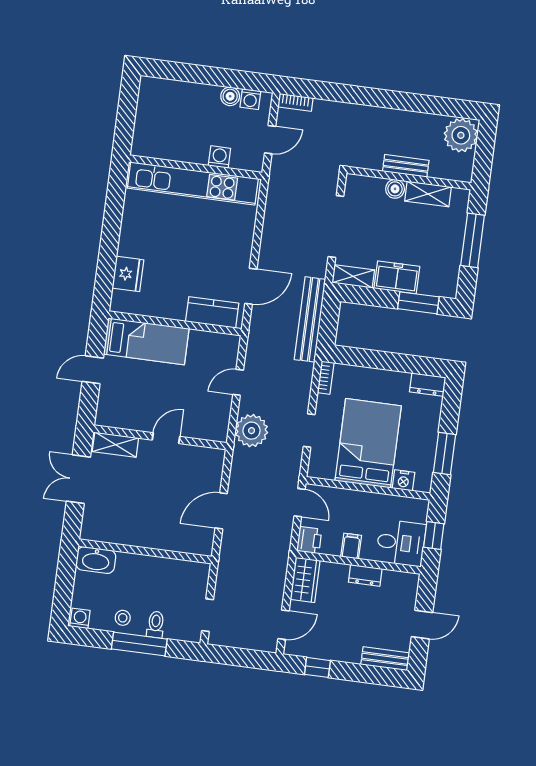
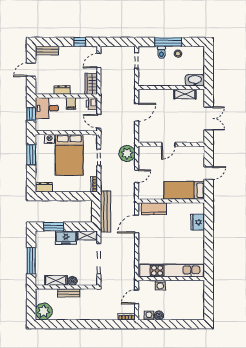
shelving: (115, 445) -> (185, 94), moved
washing machine: (80, 618) -> (199, 51), removed

